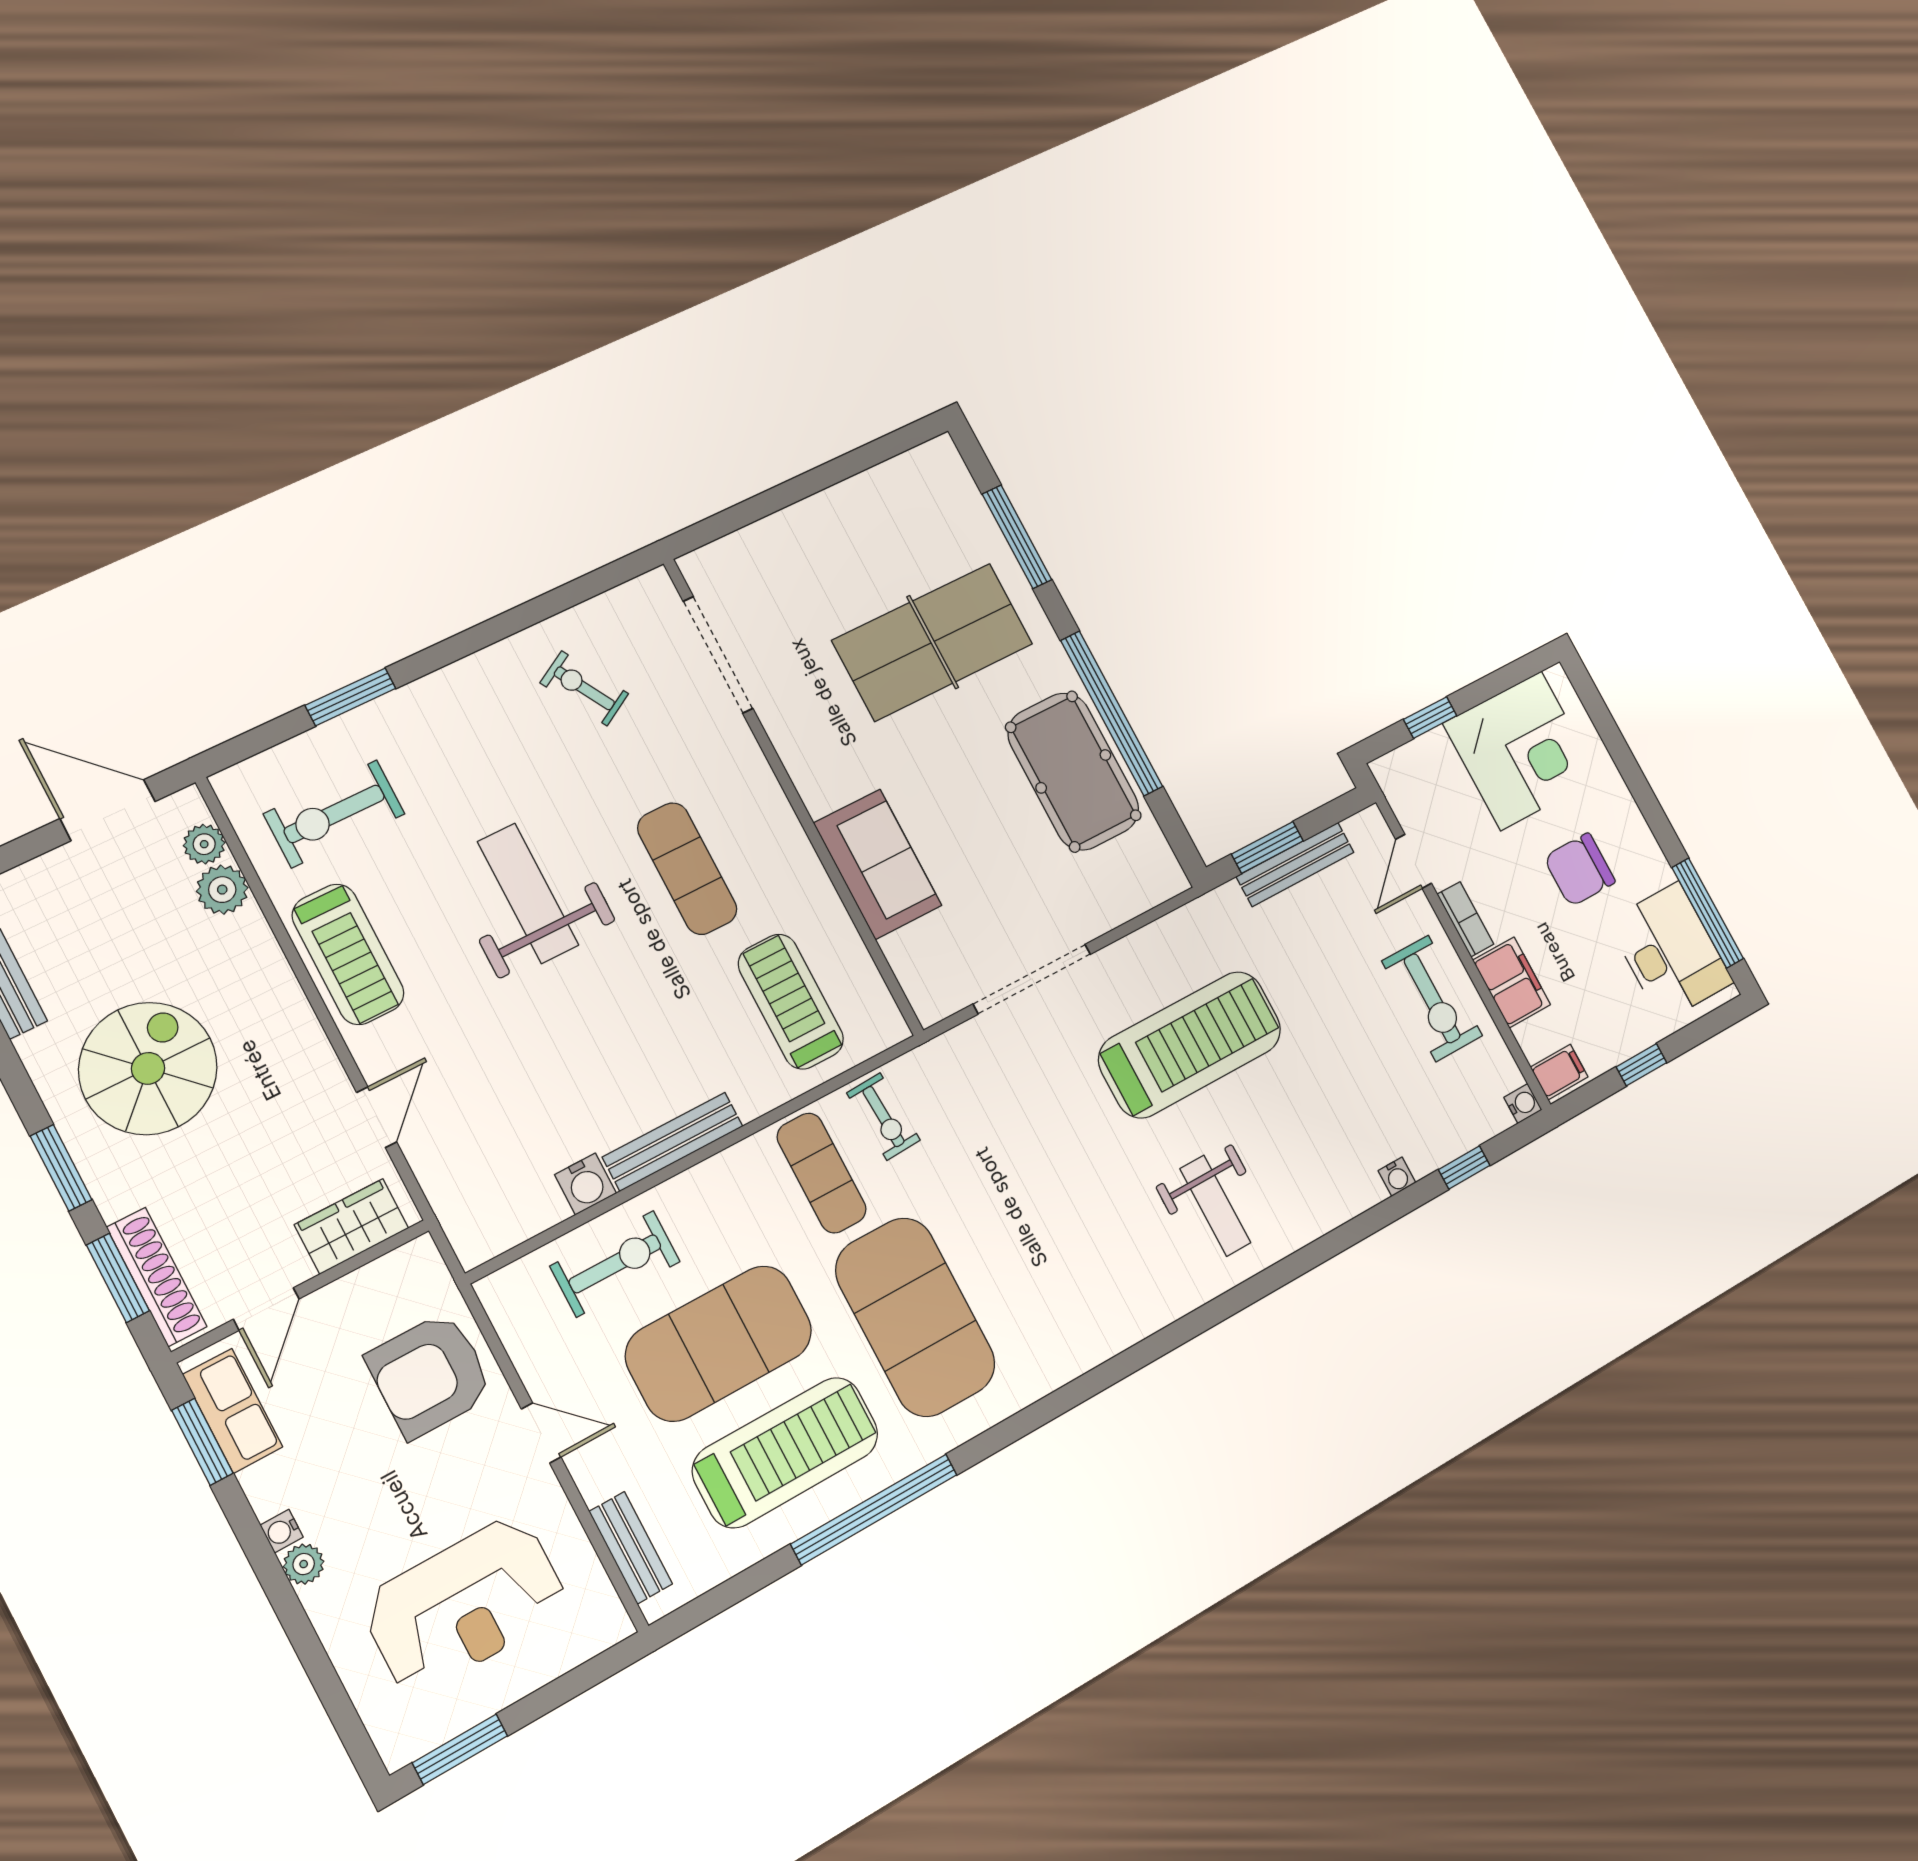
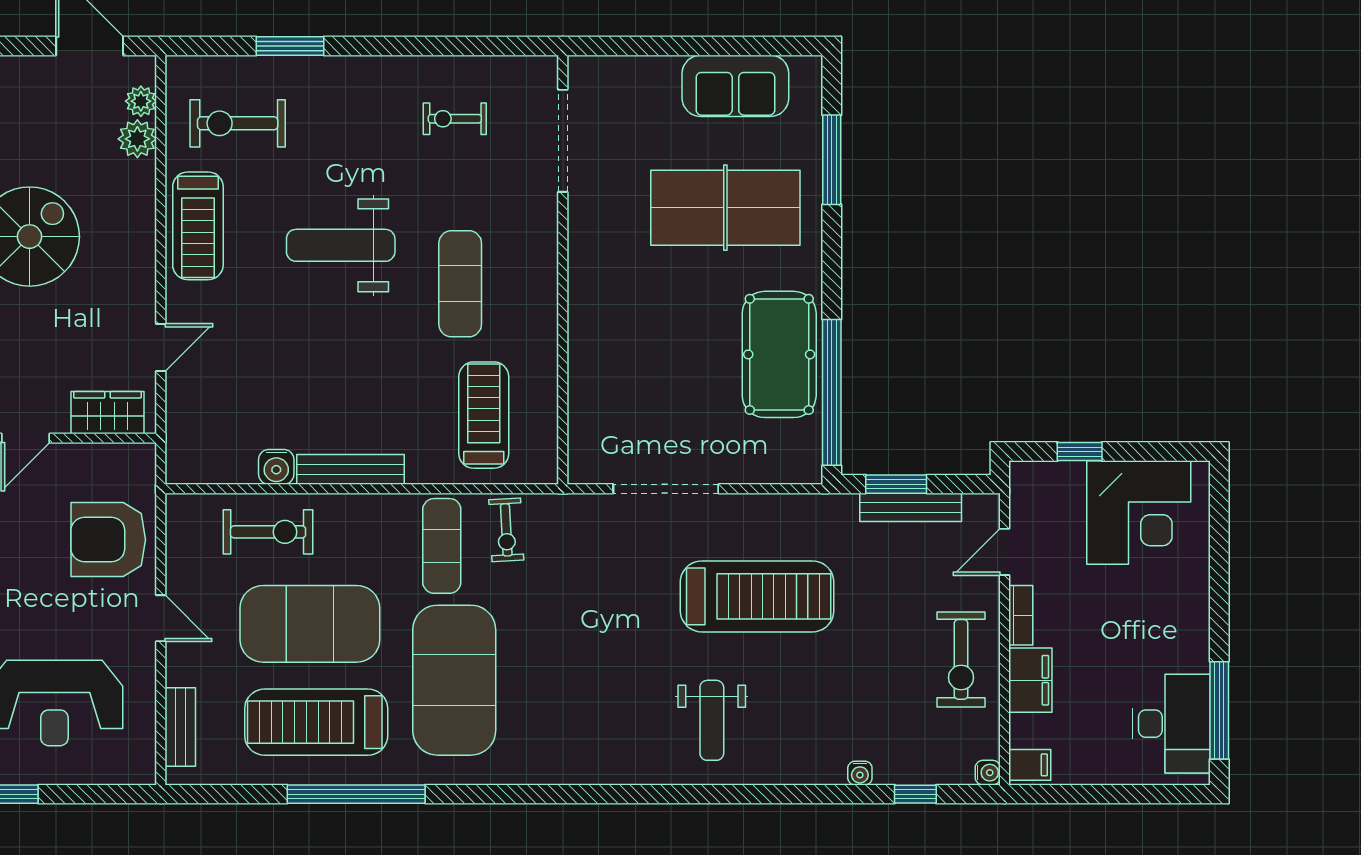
exercise bike: (584, 688) -> (455, 119), turned -60
window: (1112, 713) -> (832, 392), moved
sofa: (878, 864) -> (735, 86), moved, turned 90
chair: (1580, 870) -> (1134, 625), removed
weight bench: (528, 893) -> (341, 245), turned -90
window: (1641, 1065) -> (1098, 794), removed
treadmill: (785, 1452) -> (316, 722), turned 180

